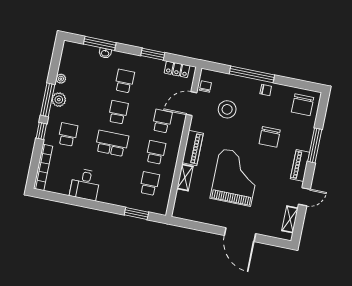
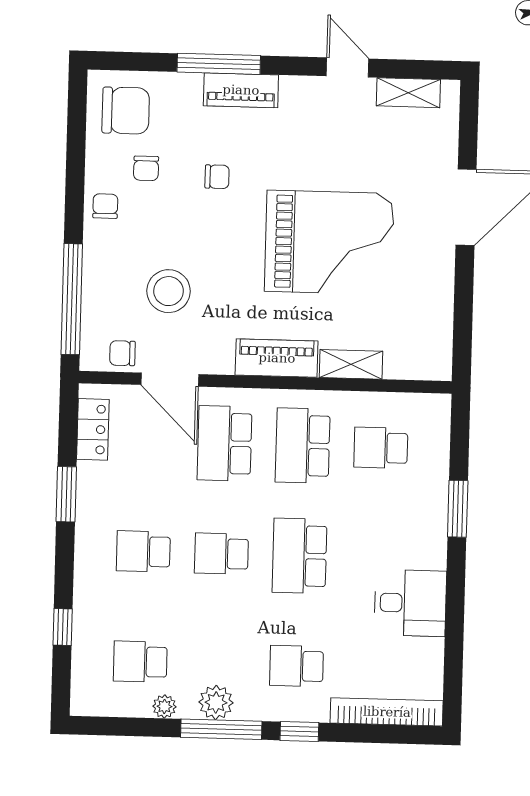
window: (100, 43) -> (63, 627), width x0.46
washbasin: (105, 53) -> (84, 610), removed
school desk: (80, 72) -> (140, 662), added
window: (252, 74) -> (72, 299), moved
chair: (278, 109) -> (146, 168), added
school desk: (162, 121) -> (225, 443), width x1.85
chair: (270, 137) -> (217, 177), width x0.54, depth x0.54
school desk: (156, 152) -> (303, 446), width x1.85
piano: (300, 166) -> (241, 90), moved
grand piano: (235, 177) -> (329, 242), turned 180
window: (136, 214) -> (458, 509), moved

